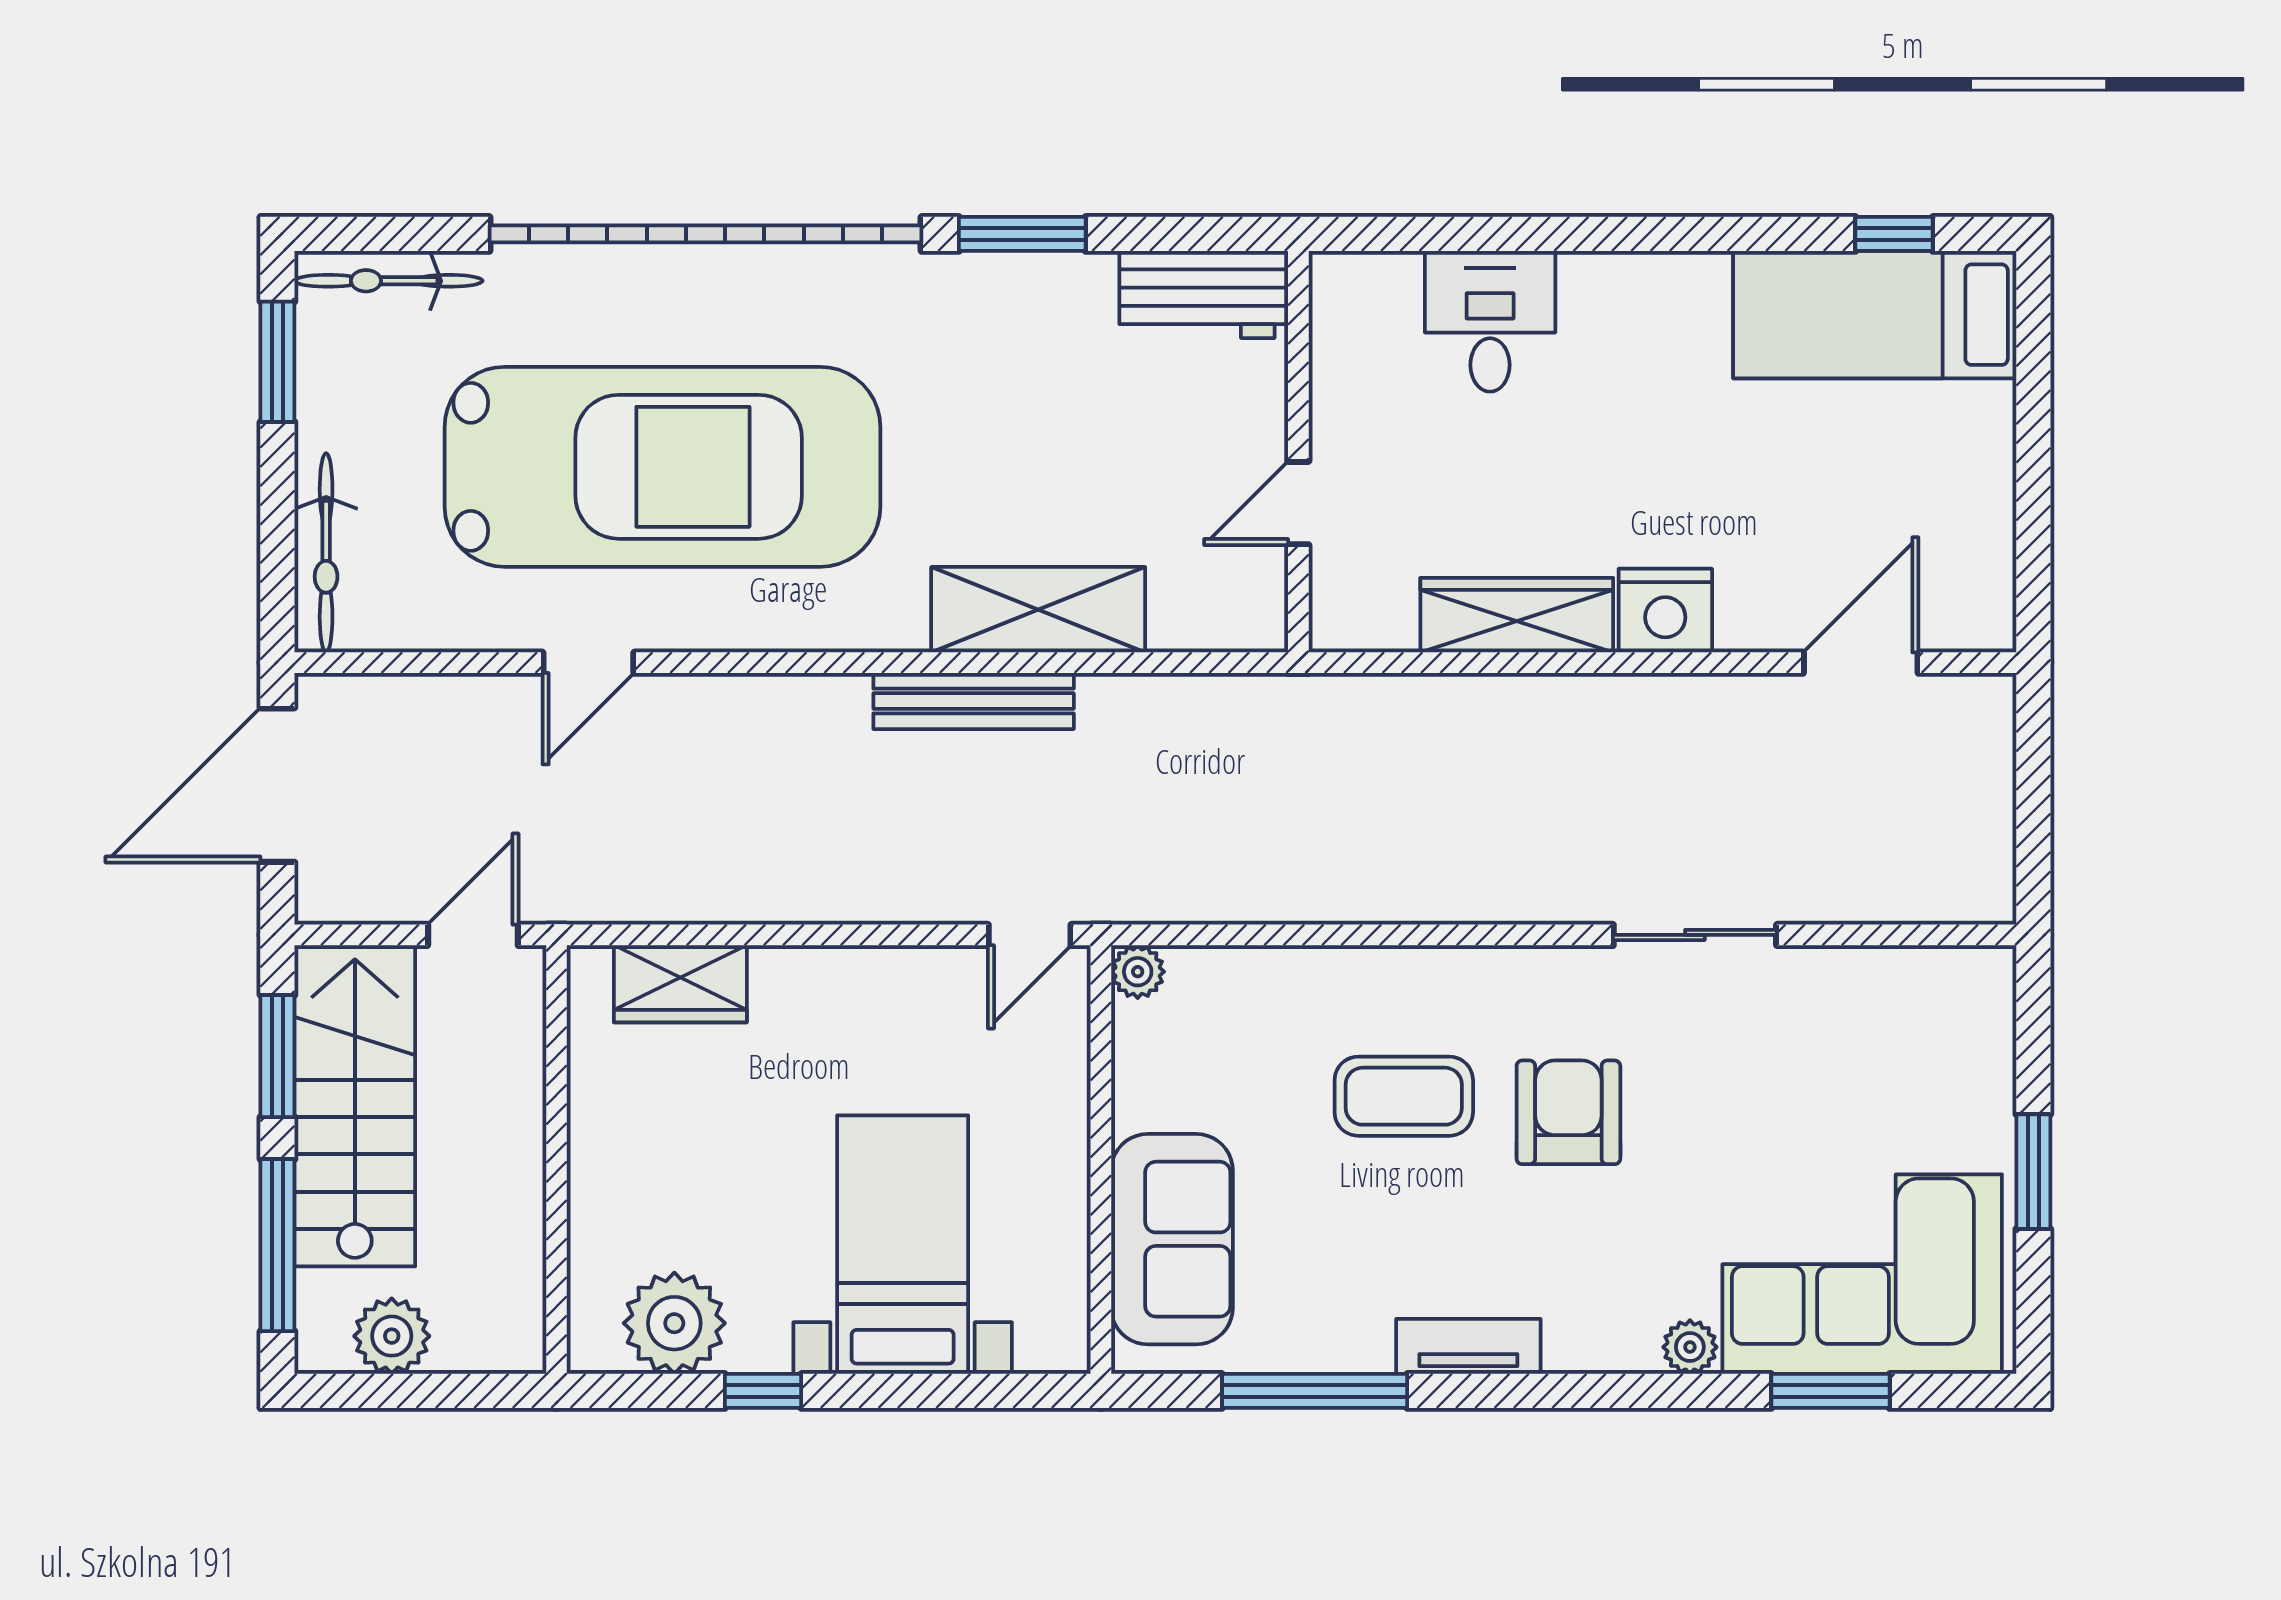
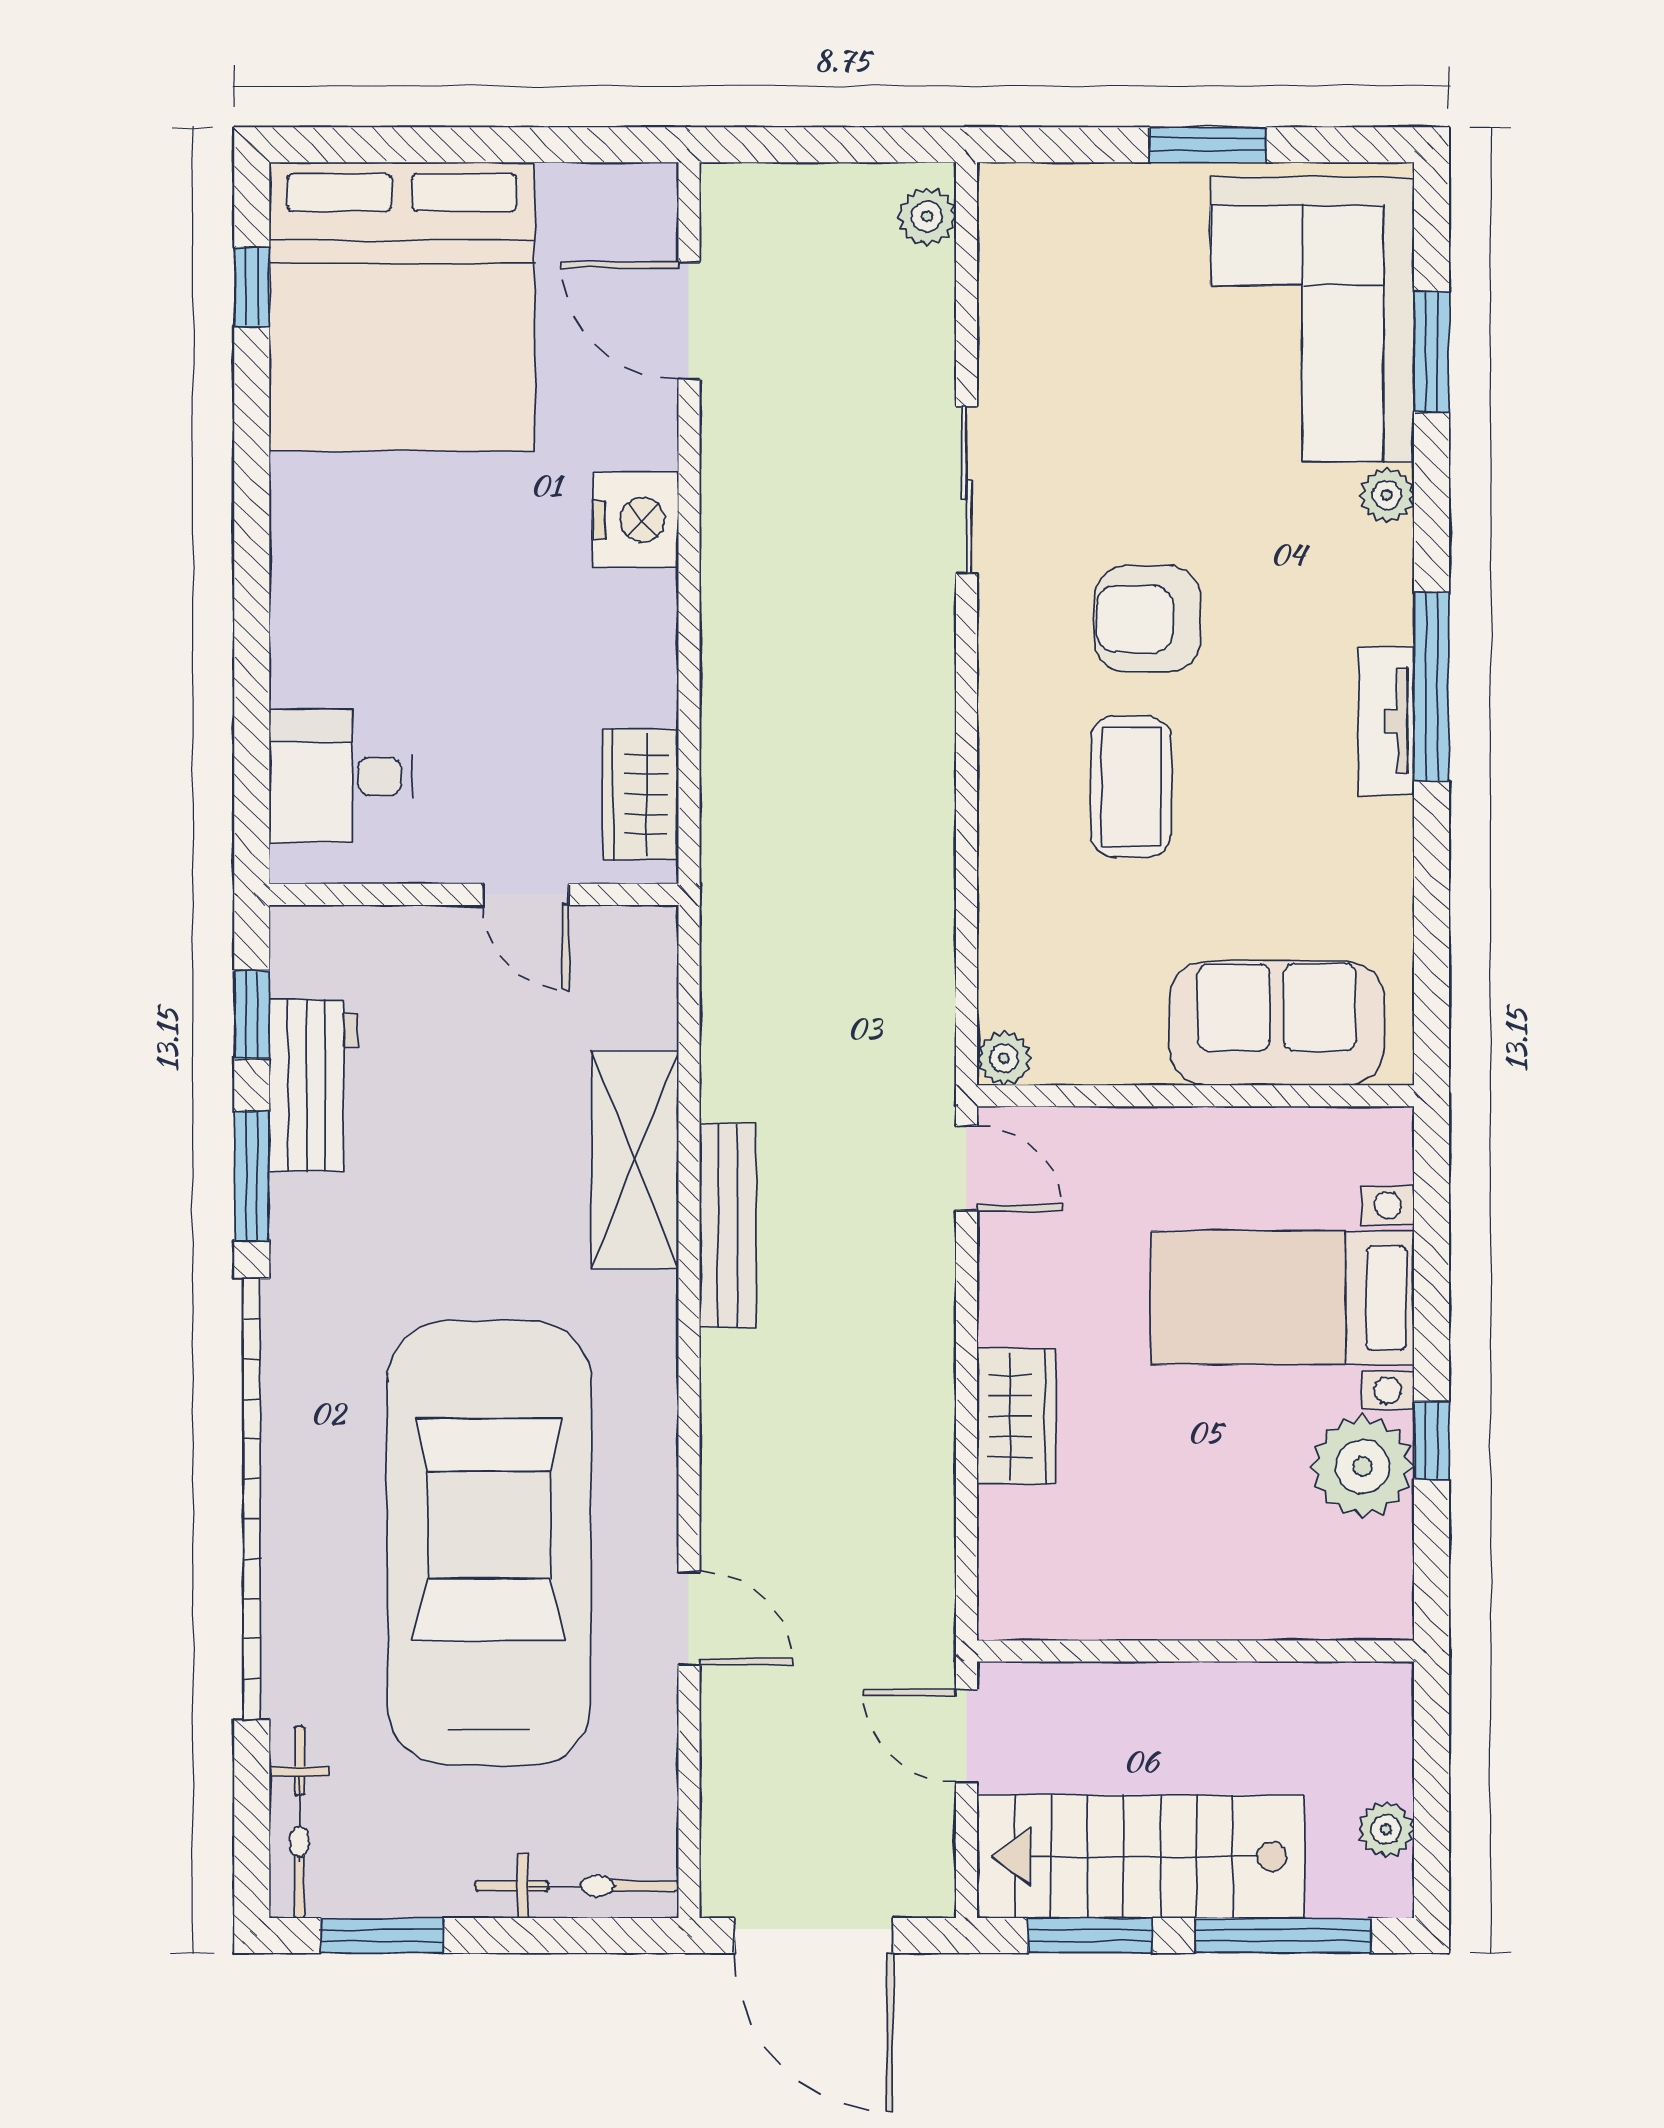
window: (1180, 234) -> (252, 1015), added
workbench: (1204, 295) -> (313, 1085), moved
bed: (1875, 315) -> (402, 307), width x2.04
desk: (1490, 321) -> (341, 776), moved
wardrobe: (1517, 615) -> (640, 794), moved, width x0.67
plant: (1963, 896) -> (927, 217), added
wardrobe: (680, 984) -> (1016, 1416), moved
plant: (674, 1323) -> (1362, 1467), moved
plant: (392, 1336) -> (1386, 1829), width x0.73, depth x0.73
window: (1315, 1391) -> (1432, 687), moved

